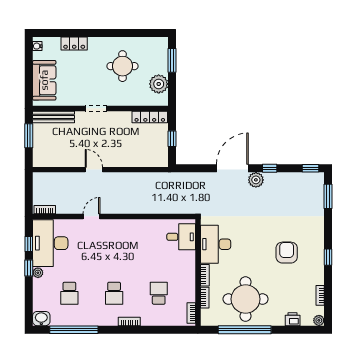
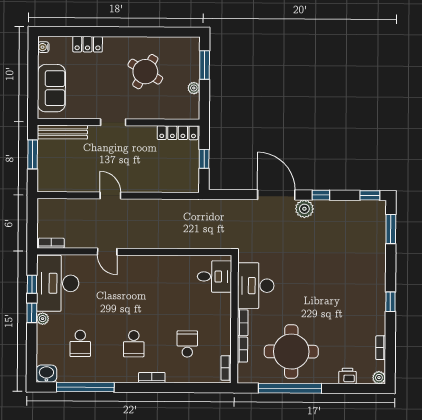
round table: (122, 66) -> (145, 72), turned 31
plant: (159, 84) -> (194, 88), width x0.53, depth x0.53
door: (232, 168) -> (276, 195), hinge flipped
door: (91, 216) -> (107, 252), swing flipped
armchair: (287, 253) -> (341, 296), removed

